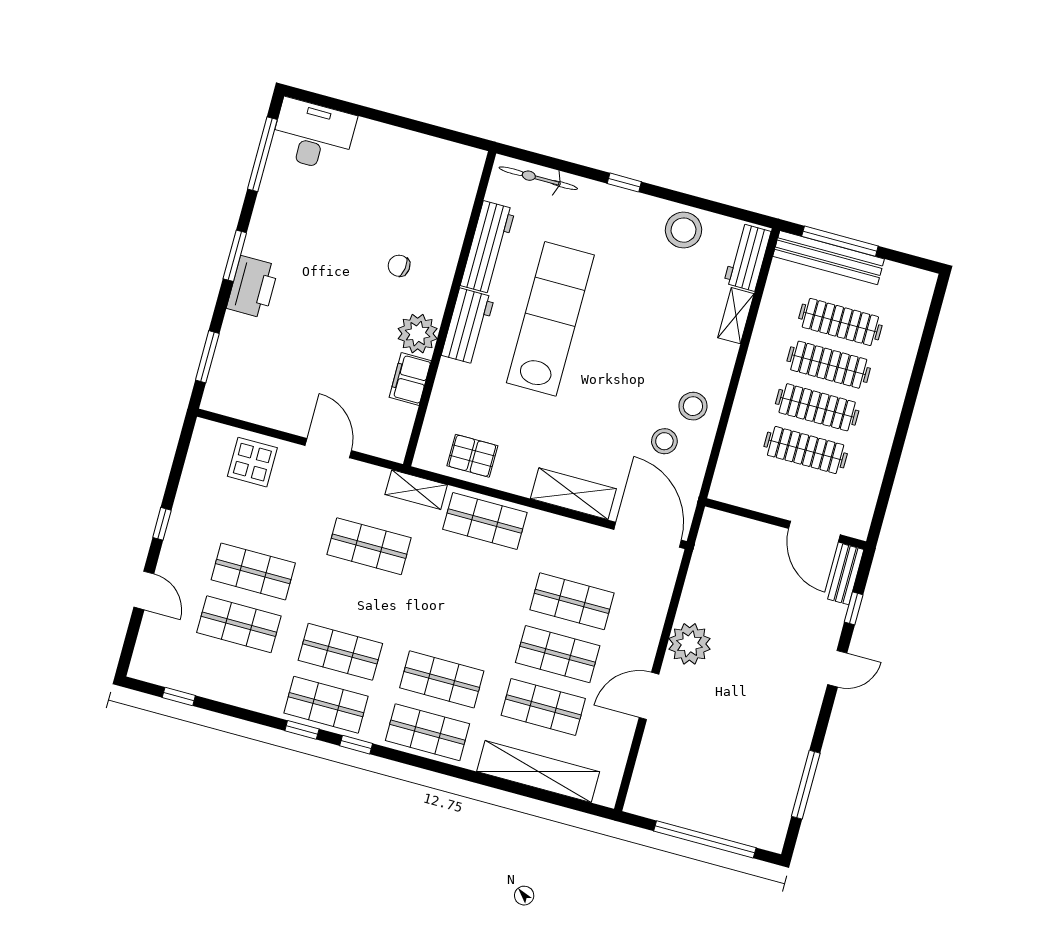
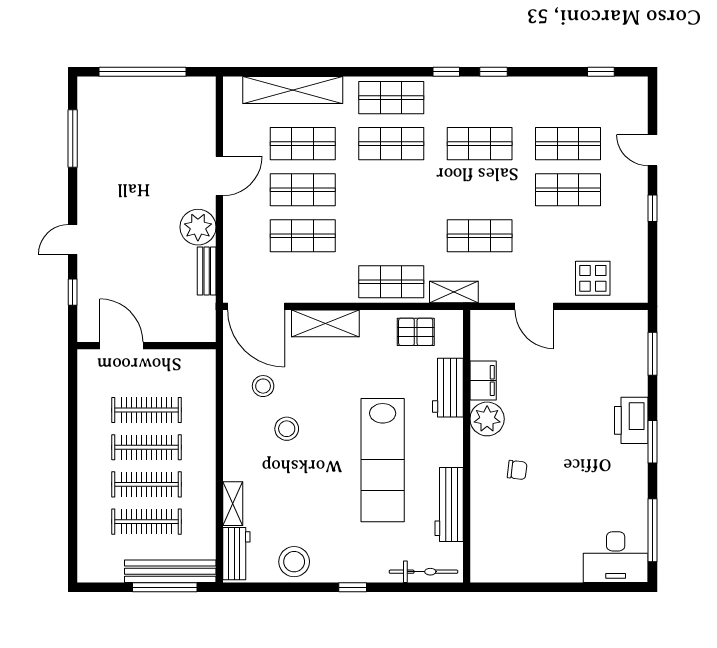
workbench: (468, 326) -> (448, 388), moved
stool: (693, 406) -> (287, 429), moved
bench: (846, 574) -> (207, 271), moved
shop shelf: (326, 705) -> (480, 98), removed

